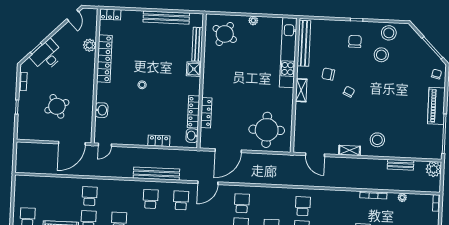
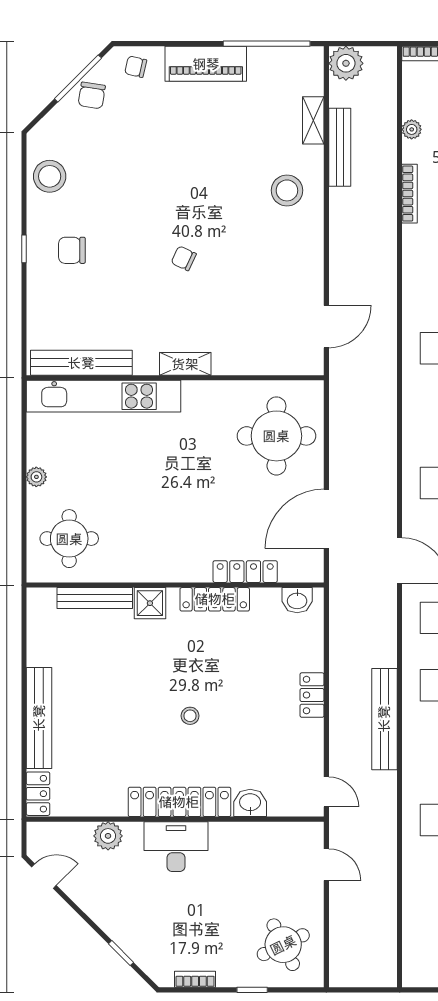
bench: (166, 18) -> (39, 718), moved
round table: (225, 34) -> (69, 539), turned -30
stool: (381, 55) -> (99, 191), removed
desk: (47, 56) -> (176, 847), moved, turned 135
locker: (104, 59) -> (179, 802), moved
chair: (328, 74) -> (92, 95), moved
round table: (57, 106) -> (283, 945), moved
locker: (194, 112) -> (215, 599), moved
locker: (159, 141) -> (312, 695), moved
door: (72, 143) -> (326, 865), width x0.53
shelving: (350, 150) -> (313, 120), moved
door: (228, 151) -> (326, 519), swing flipped
bench: (401, 165) -> (340, 147), width x1.36
bench: (156, 174) -> (384, 719), moved

